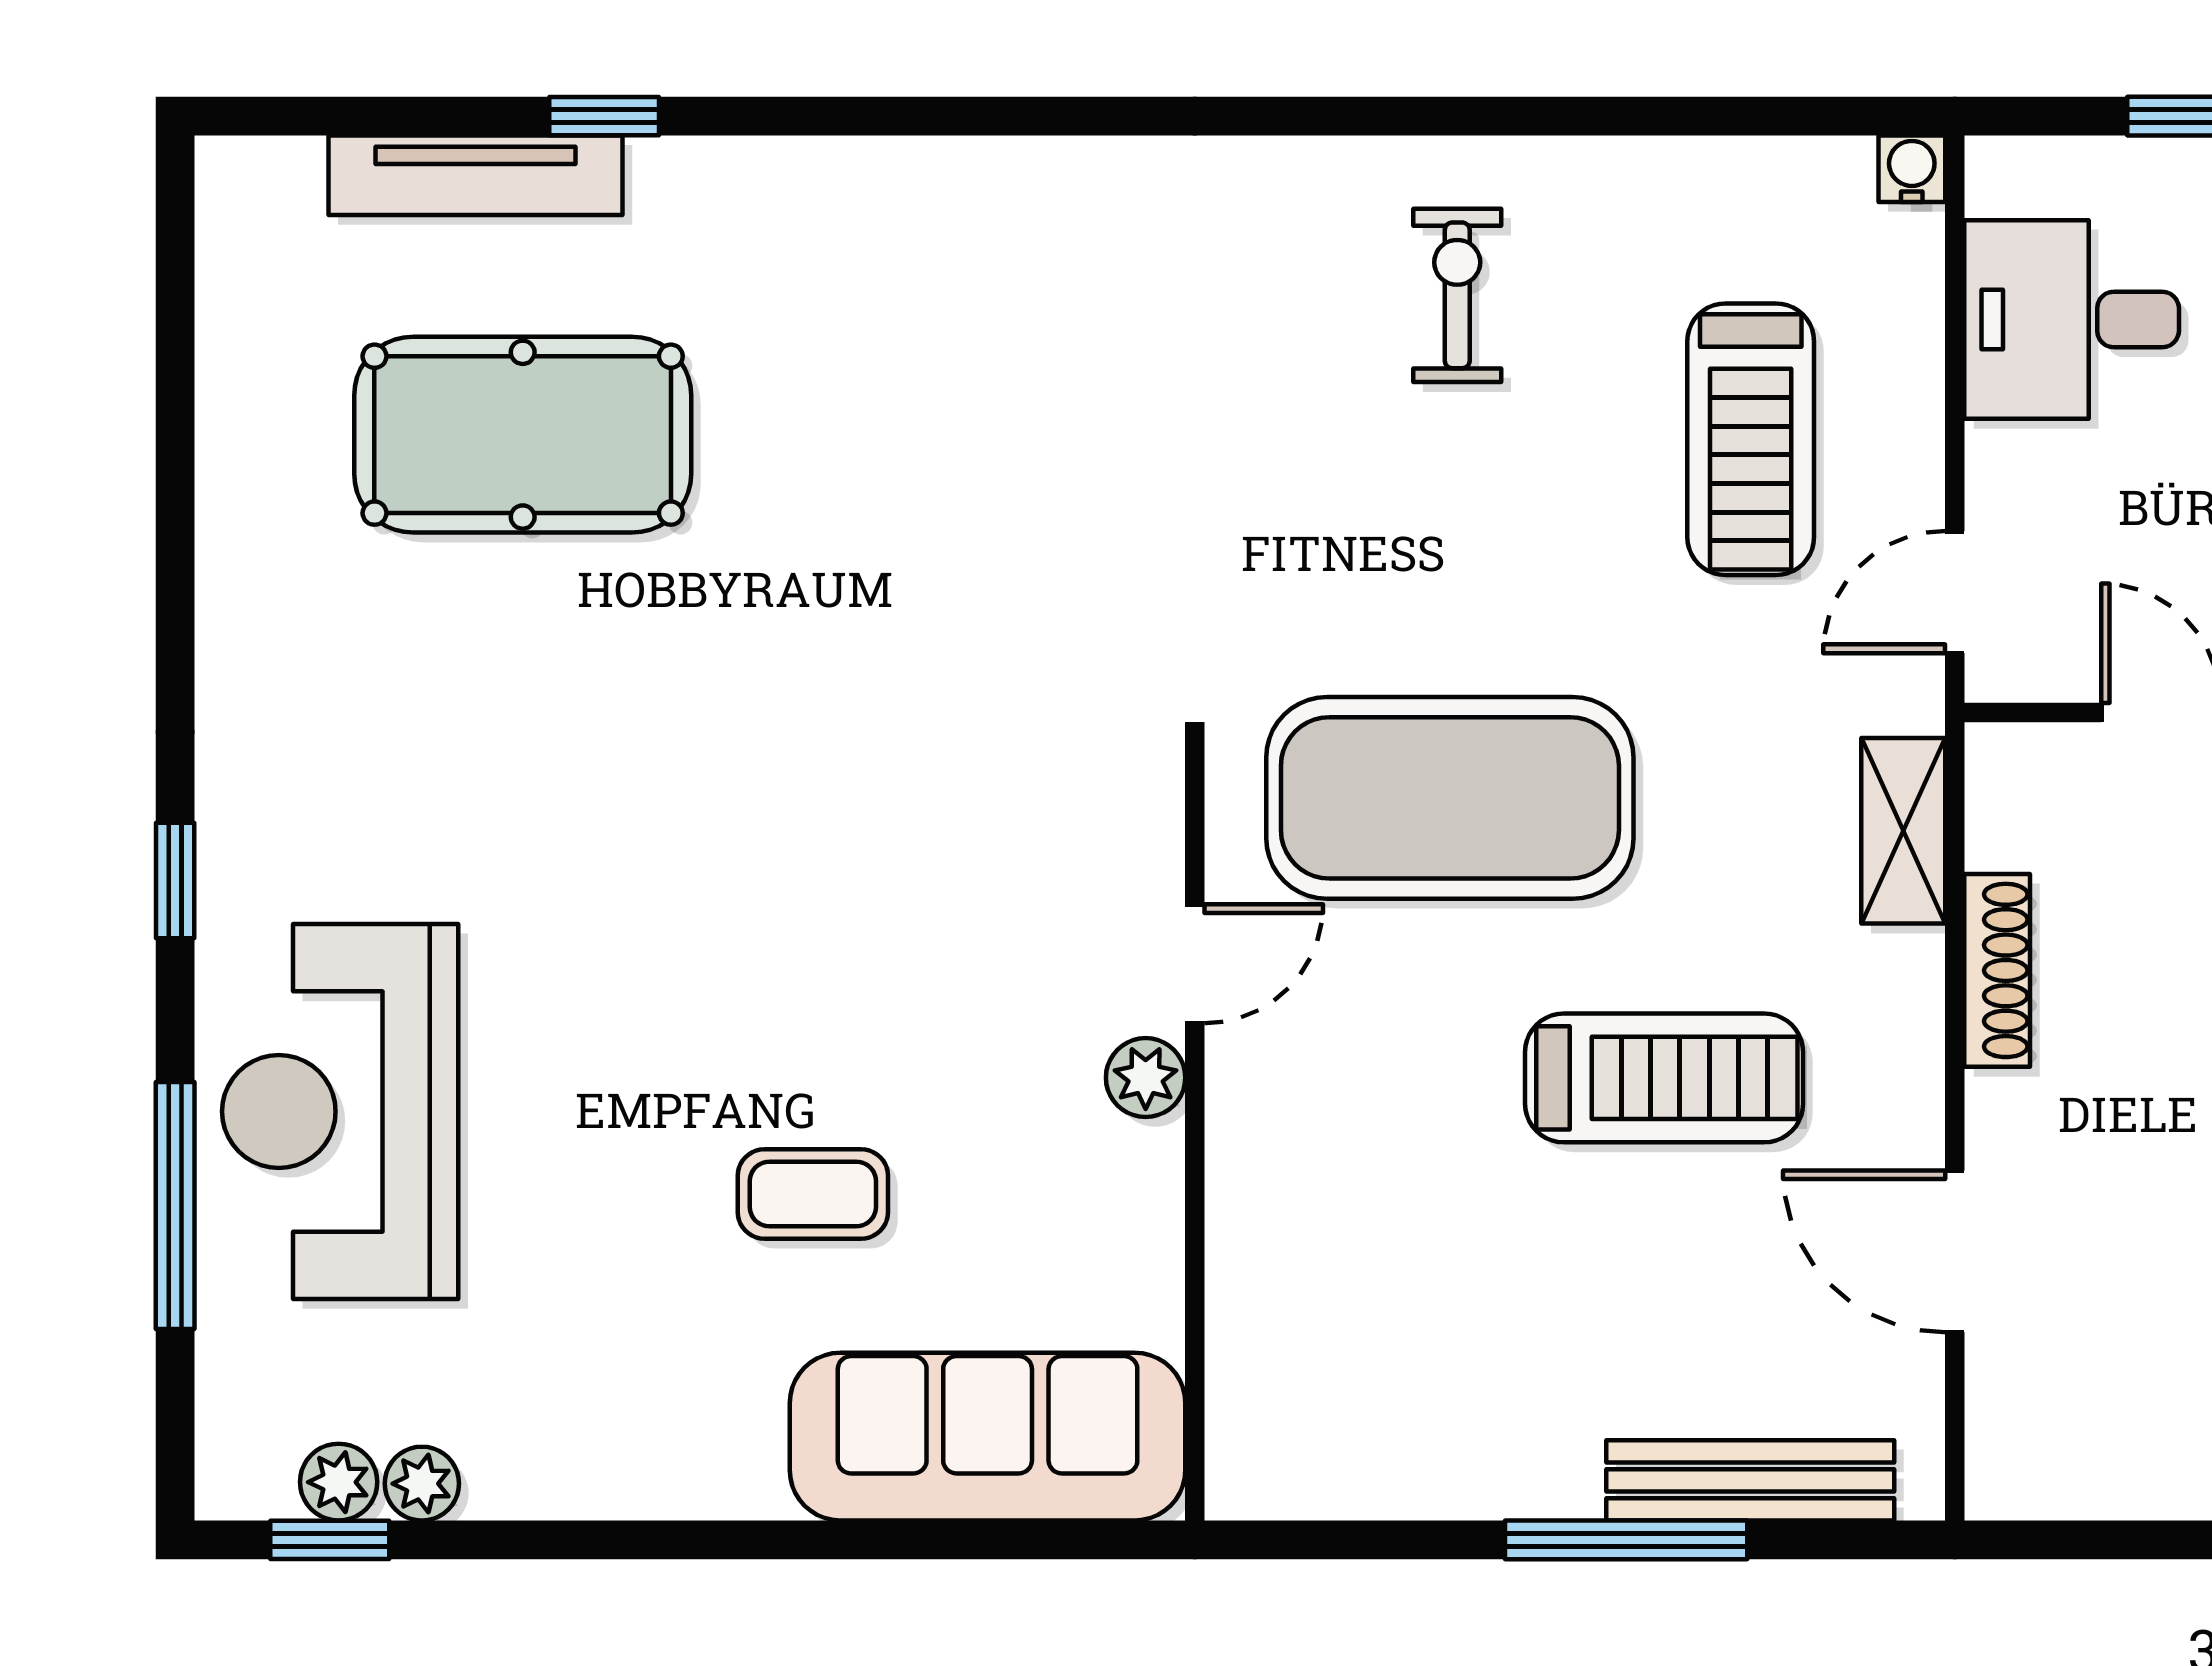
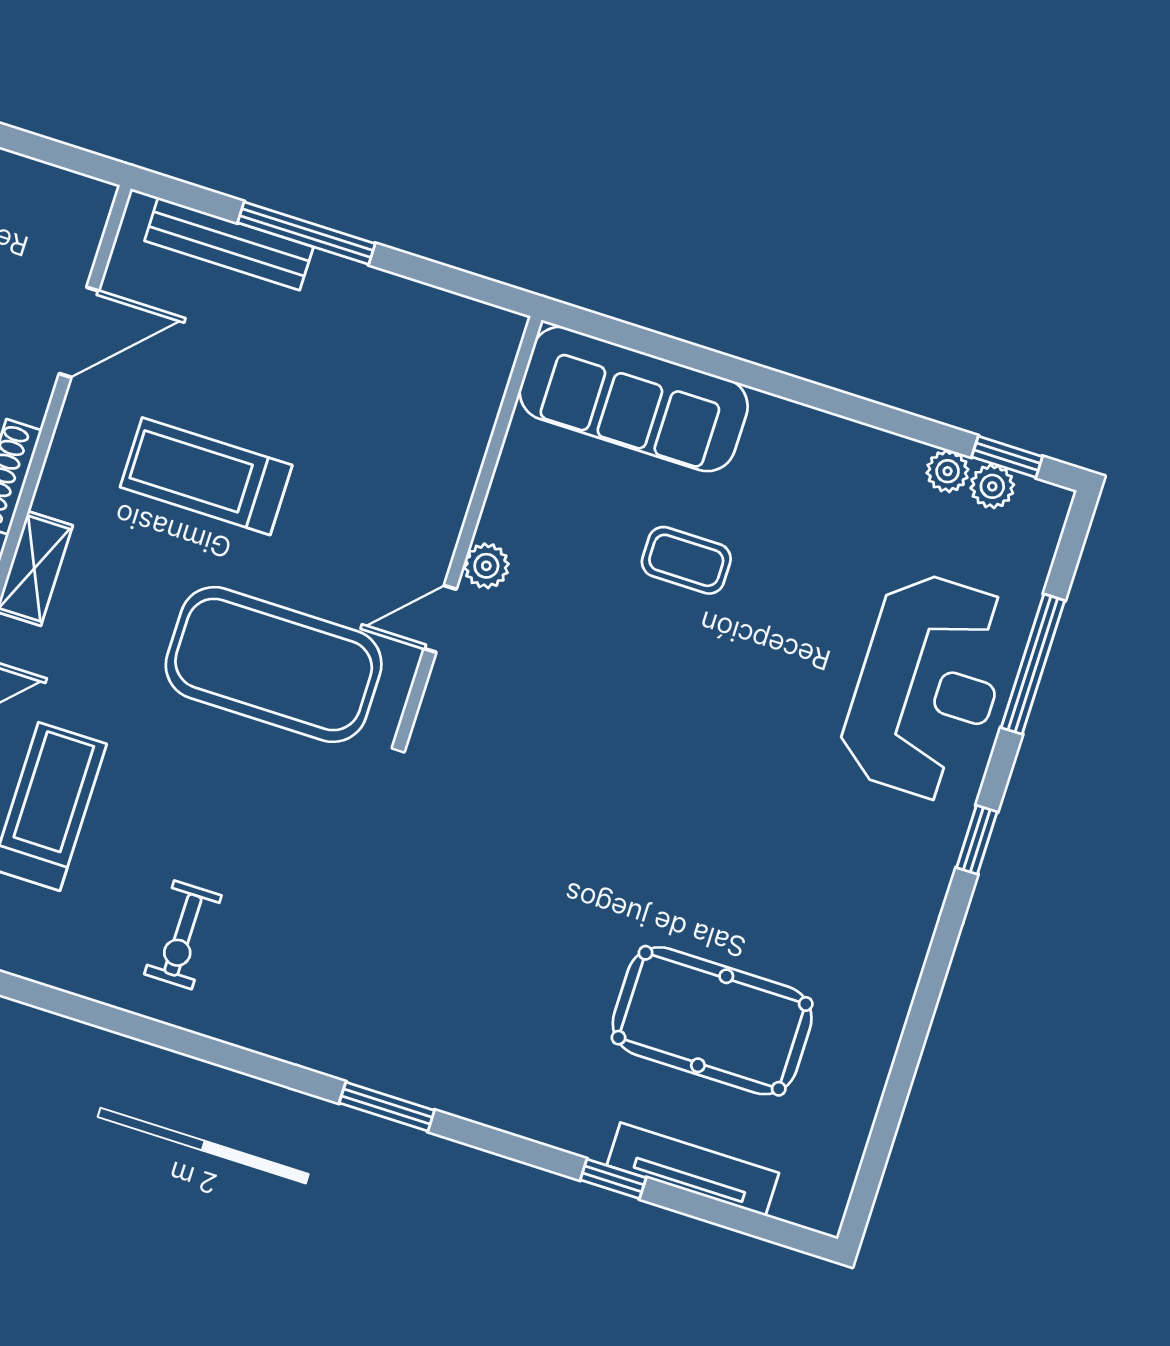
window: (1023, 116) -> (387, 1107), added
door: (1955, 1251) -> (79, 332), hinge flipped

